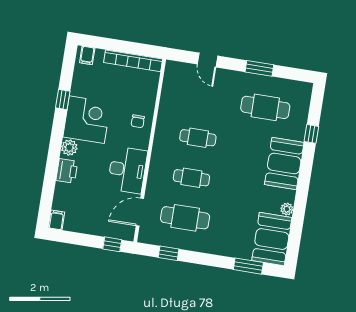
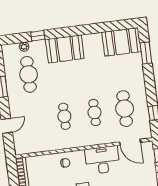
plant: (287, 209) -> (24, 47), moved

